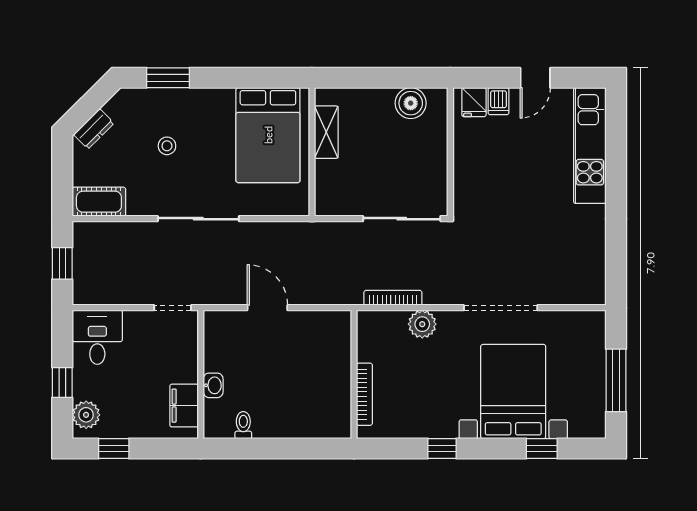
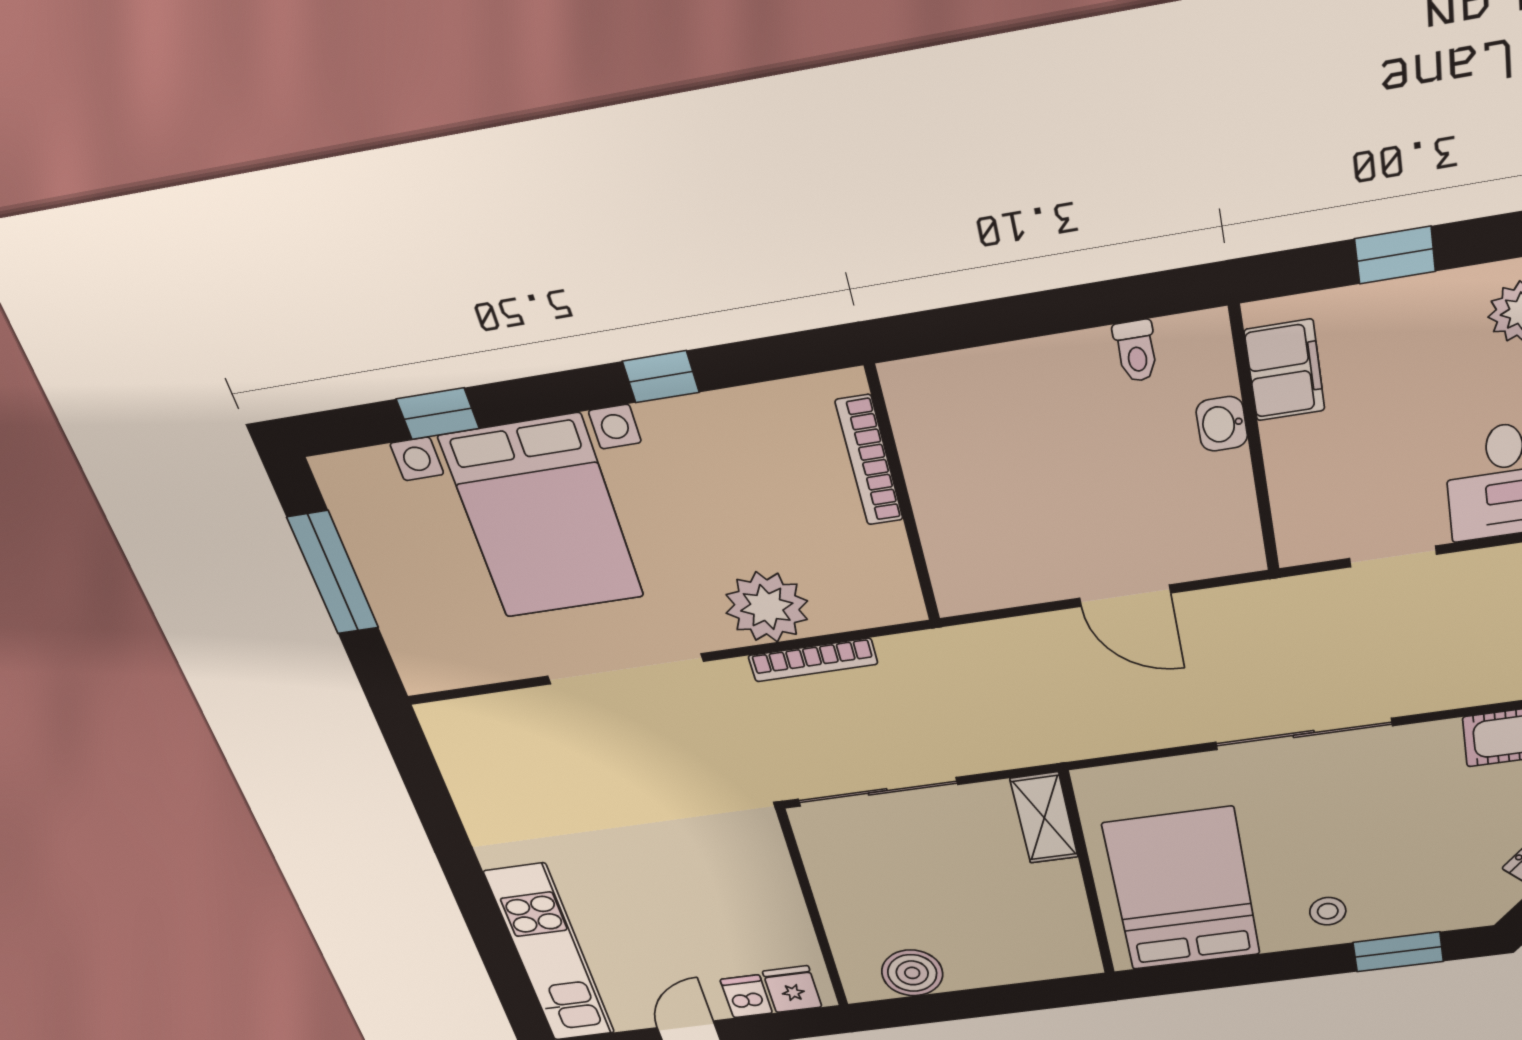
shelving: (326, 132) -> (1044, 818), moved
stool: (167, 146) -> (1328, 911), moved
bookcase: (393, 298) -> (813, 660), moved
doorway: (173, 308) -> (1393, 556), moved
plant: (422, 324) -> (767, 607), width x1.36, depth x1.36
window: (114, 449) -> (1395, 255), moved

